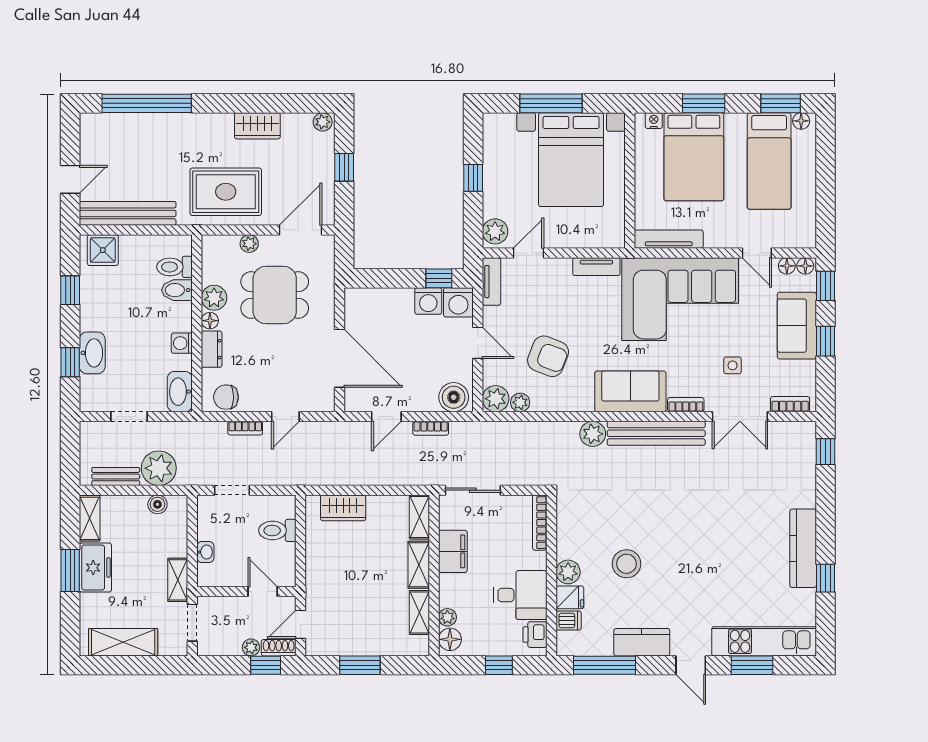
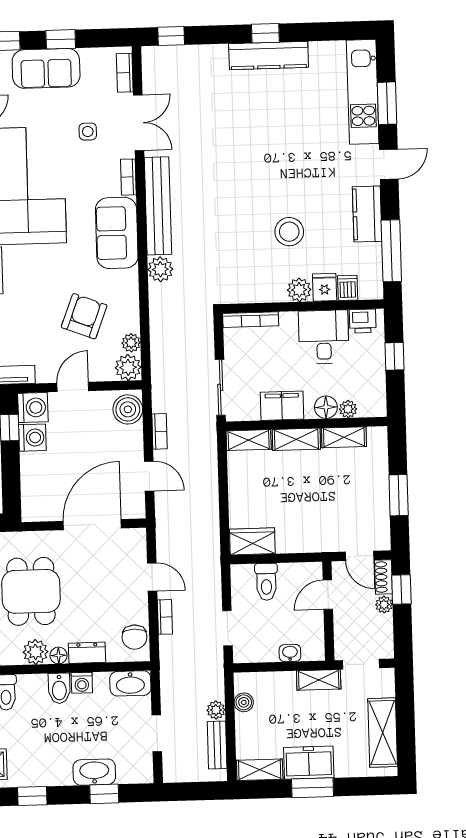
bidet: (177, 290) -> (59, 688), moved
plant: (159, 468) -> (216, 710), width x0.53, depth x0.53
wardrobe: (343, 508) -> (252, 541), moved, turned -90
window: (825, 578) -> (265, 33), moved
floor lamp: (450, 639) -> (326, 407), moved

